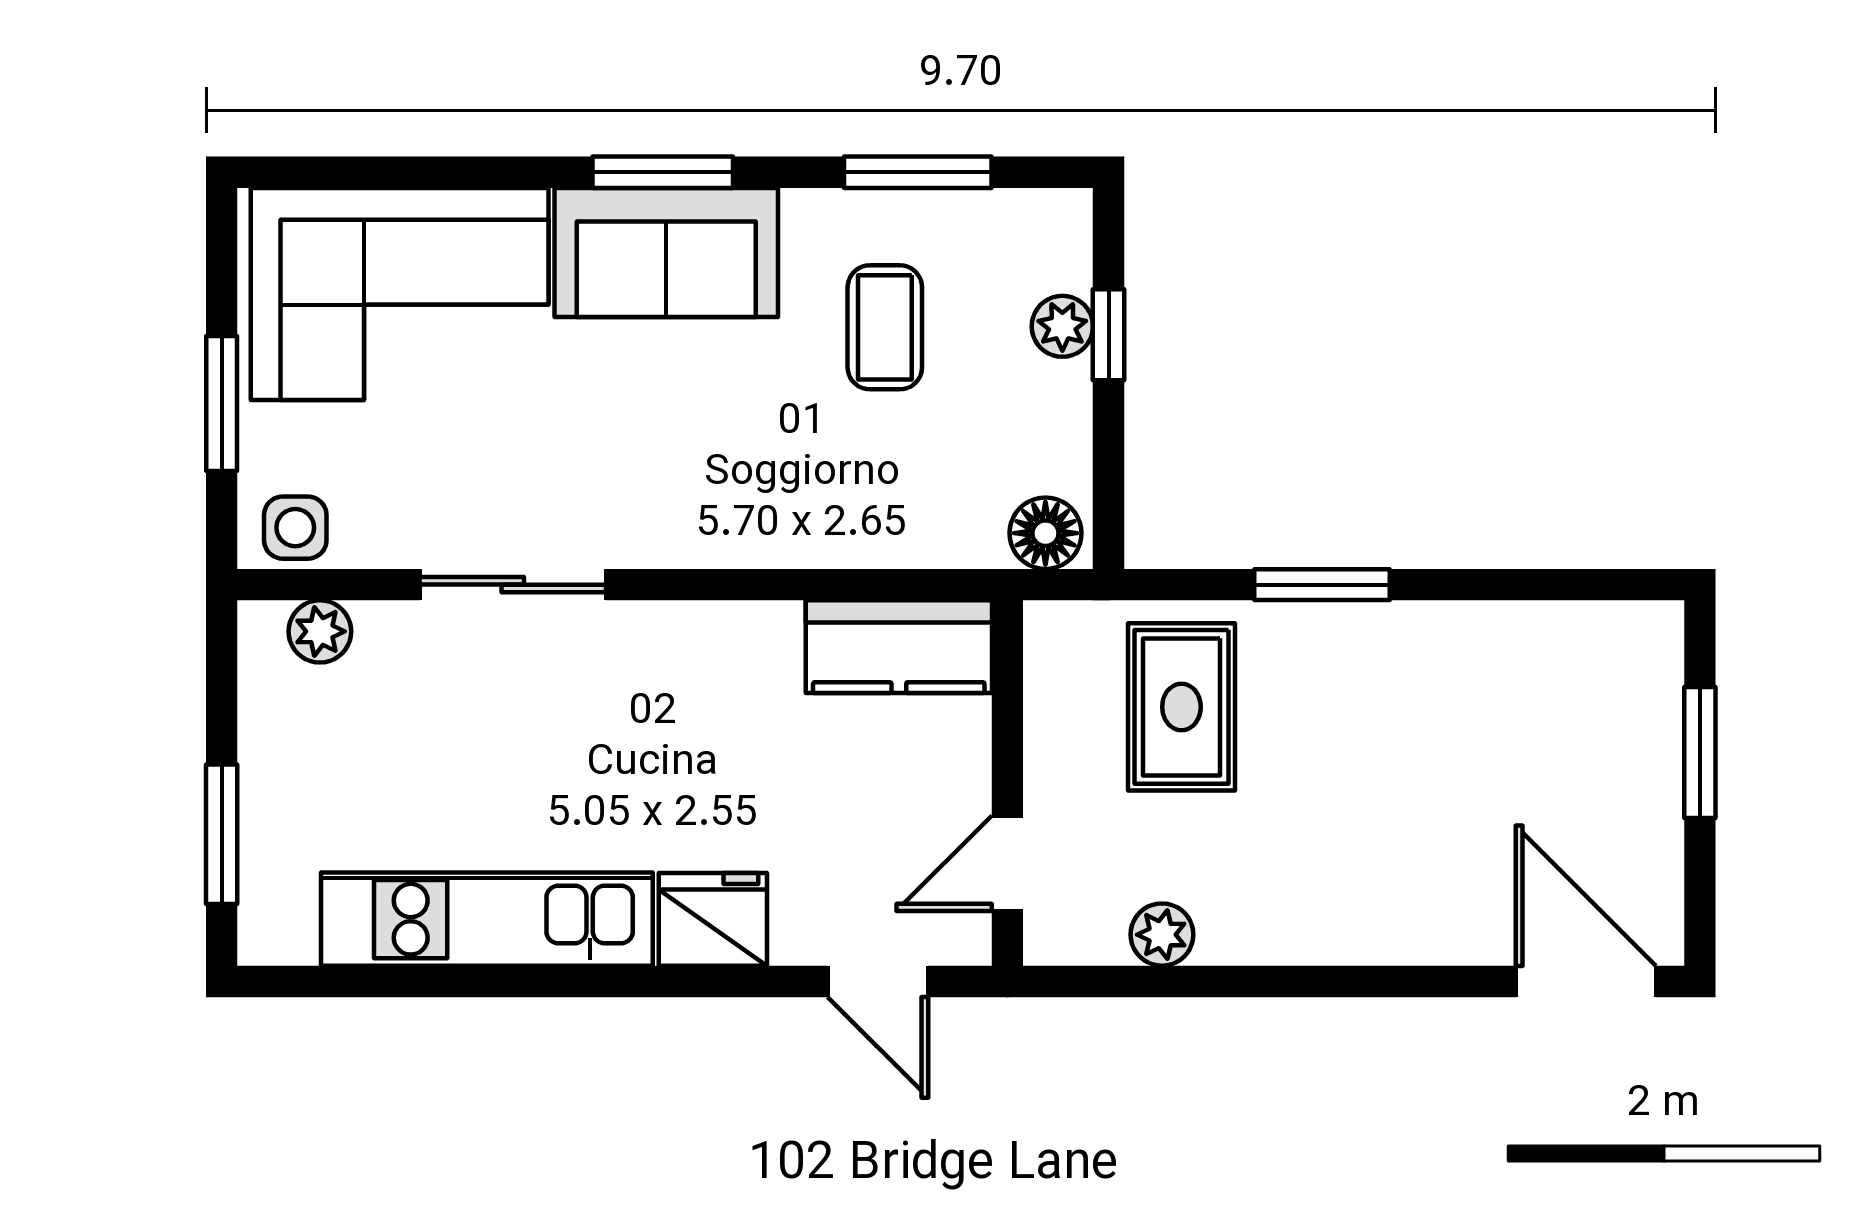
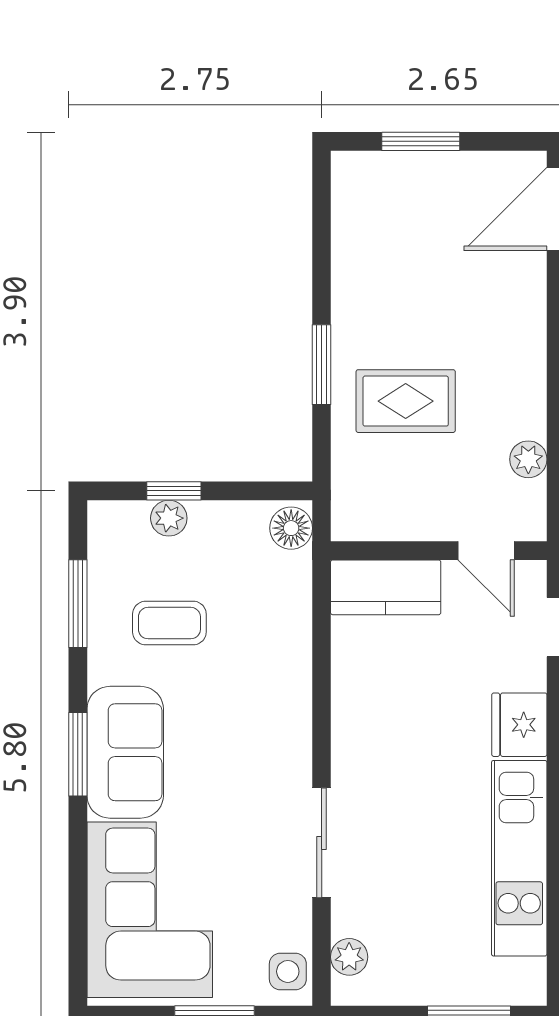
kitchen counter: (899, 647) -> (386, 587), moved, turned 90
rug: (1181, 707) -> (406, 401), moved

